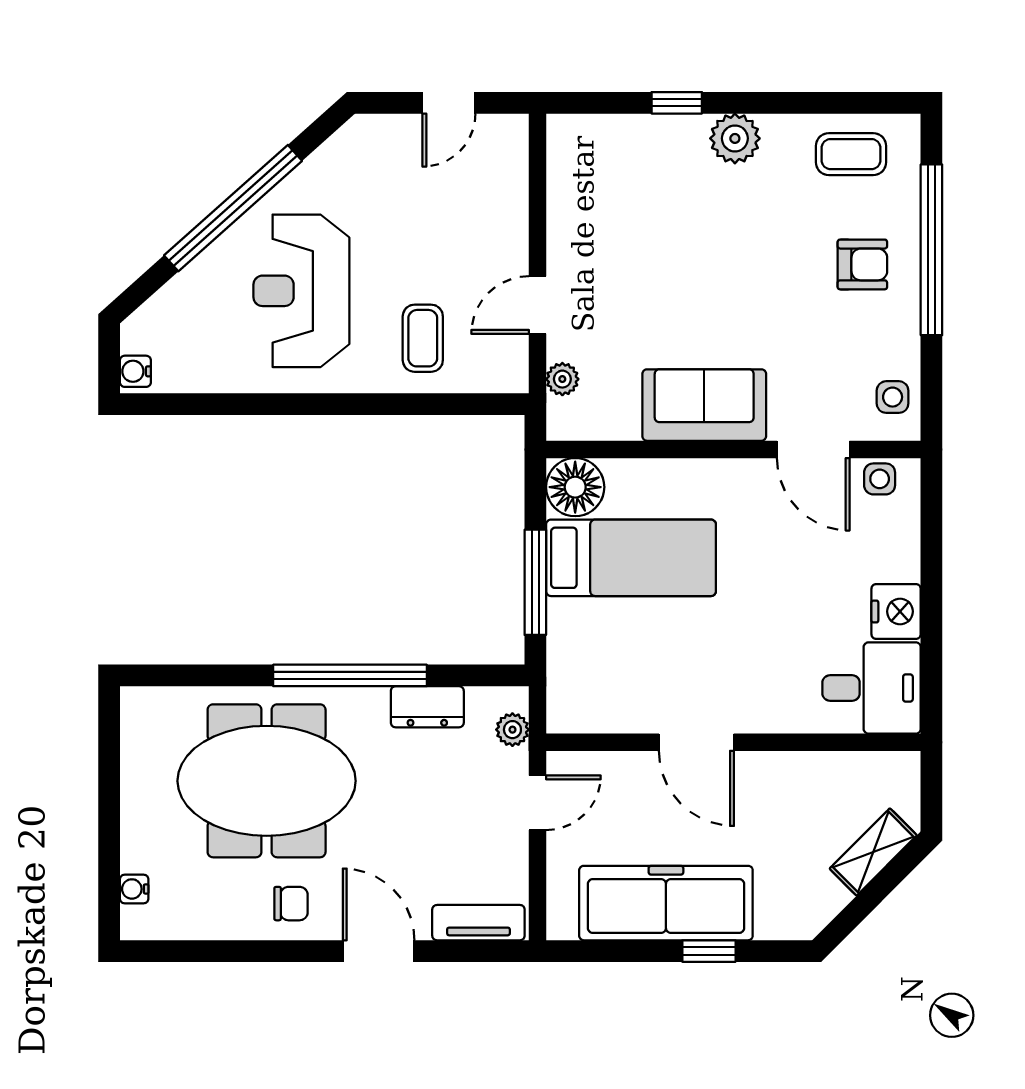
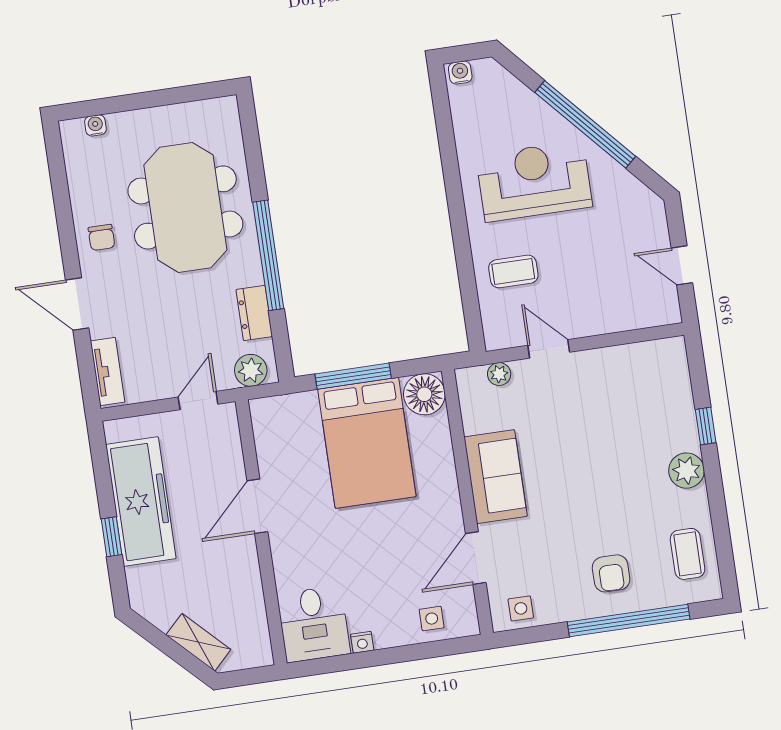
side table: (880, 479) -> (432, 619), moved
bed: (631, 558) -> (367, 443), width x1.50
nightstand: (896, 611) -> (362, 642), width x0.53, depth x0.56
plant: (512, 730) -> (251, 370), width x1.38, depth x1.38
door: (537, 803) -> (198, 401), swing flipped
door: (379, 951) -> (77, 304), swing flipped

